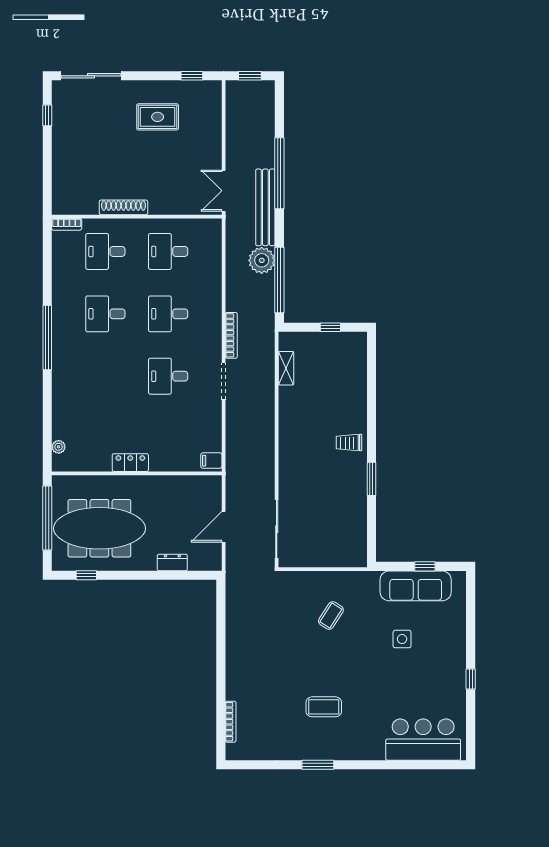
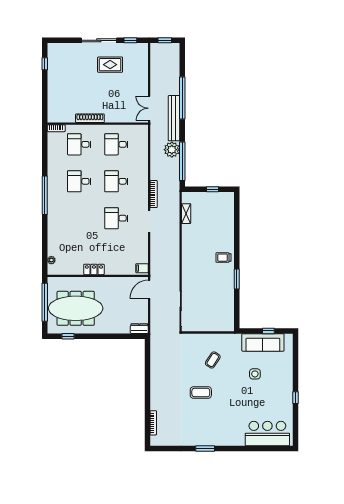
sliding door: (91, 76) -> (99, 40), moved
door: (224, 527) -> (149, 289), moved
dresser: (172, 562) -> (139, 329), moved
coffee table: (324, 707) -> (201, 393), moved

